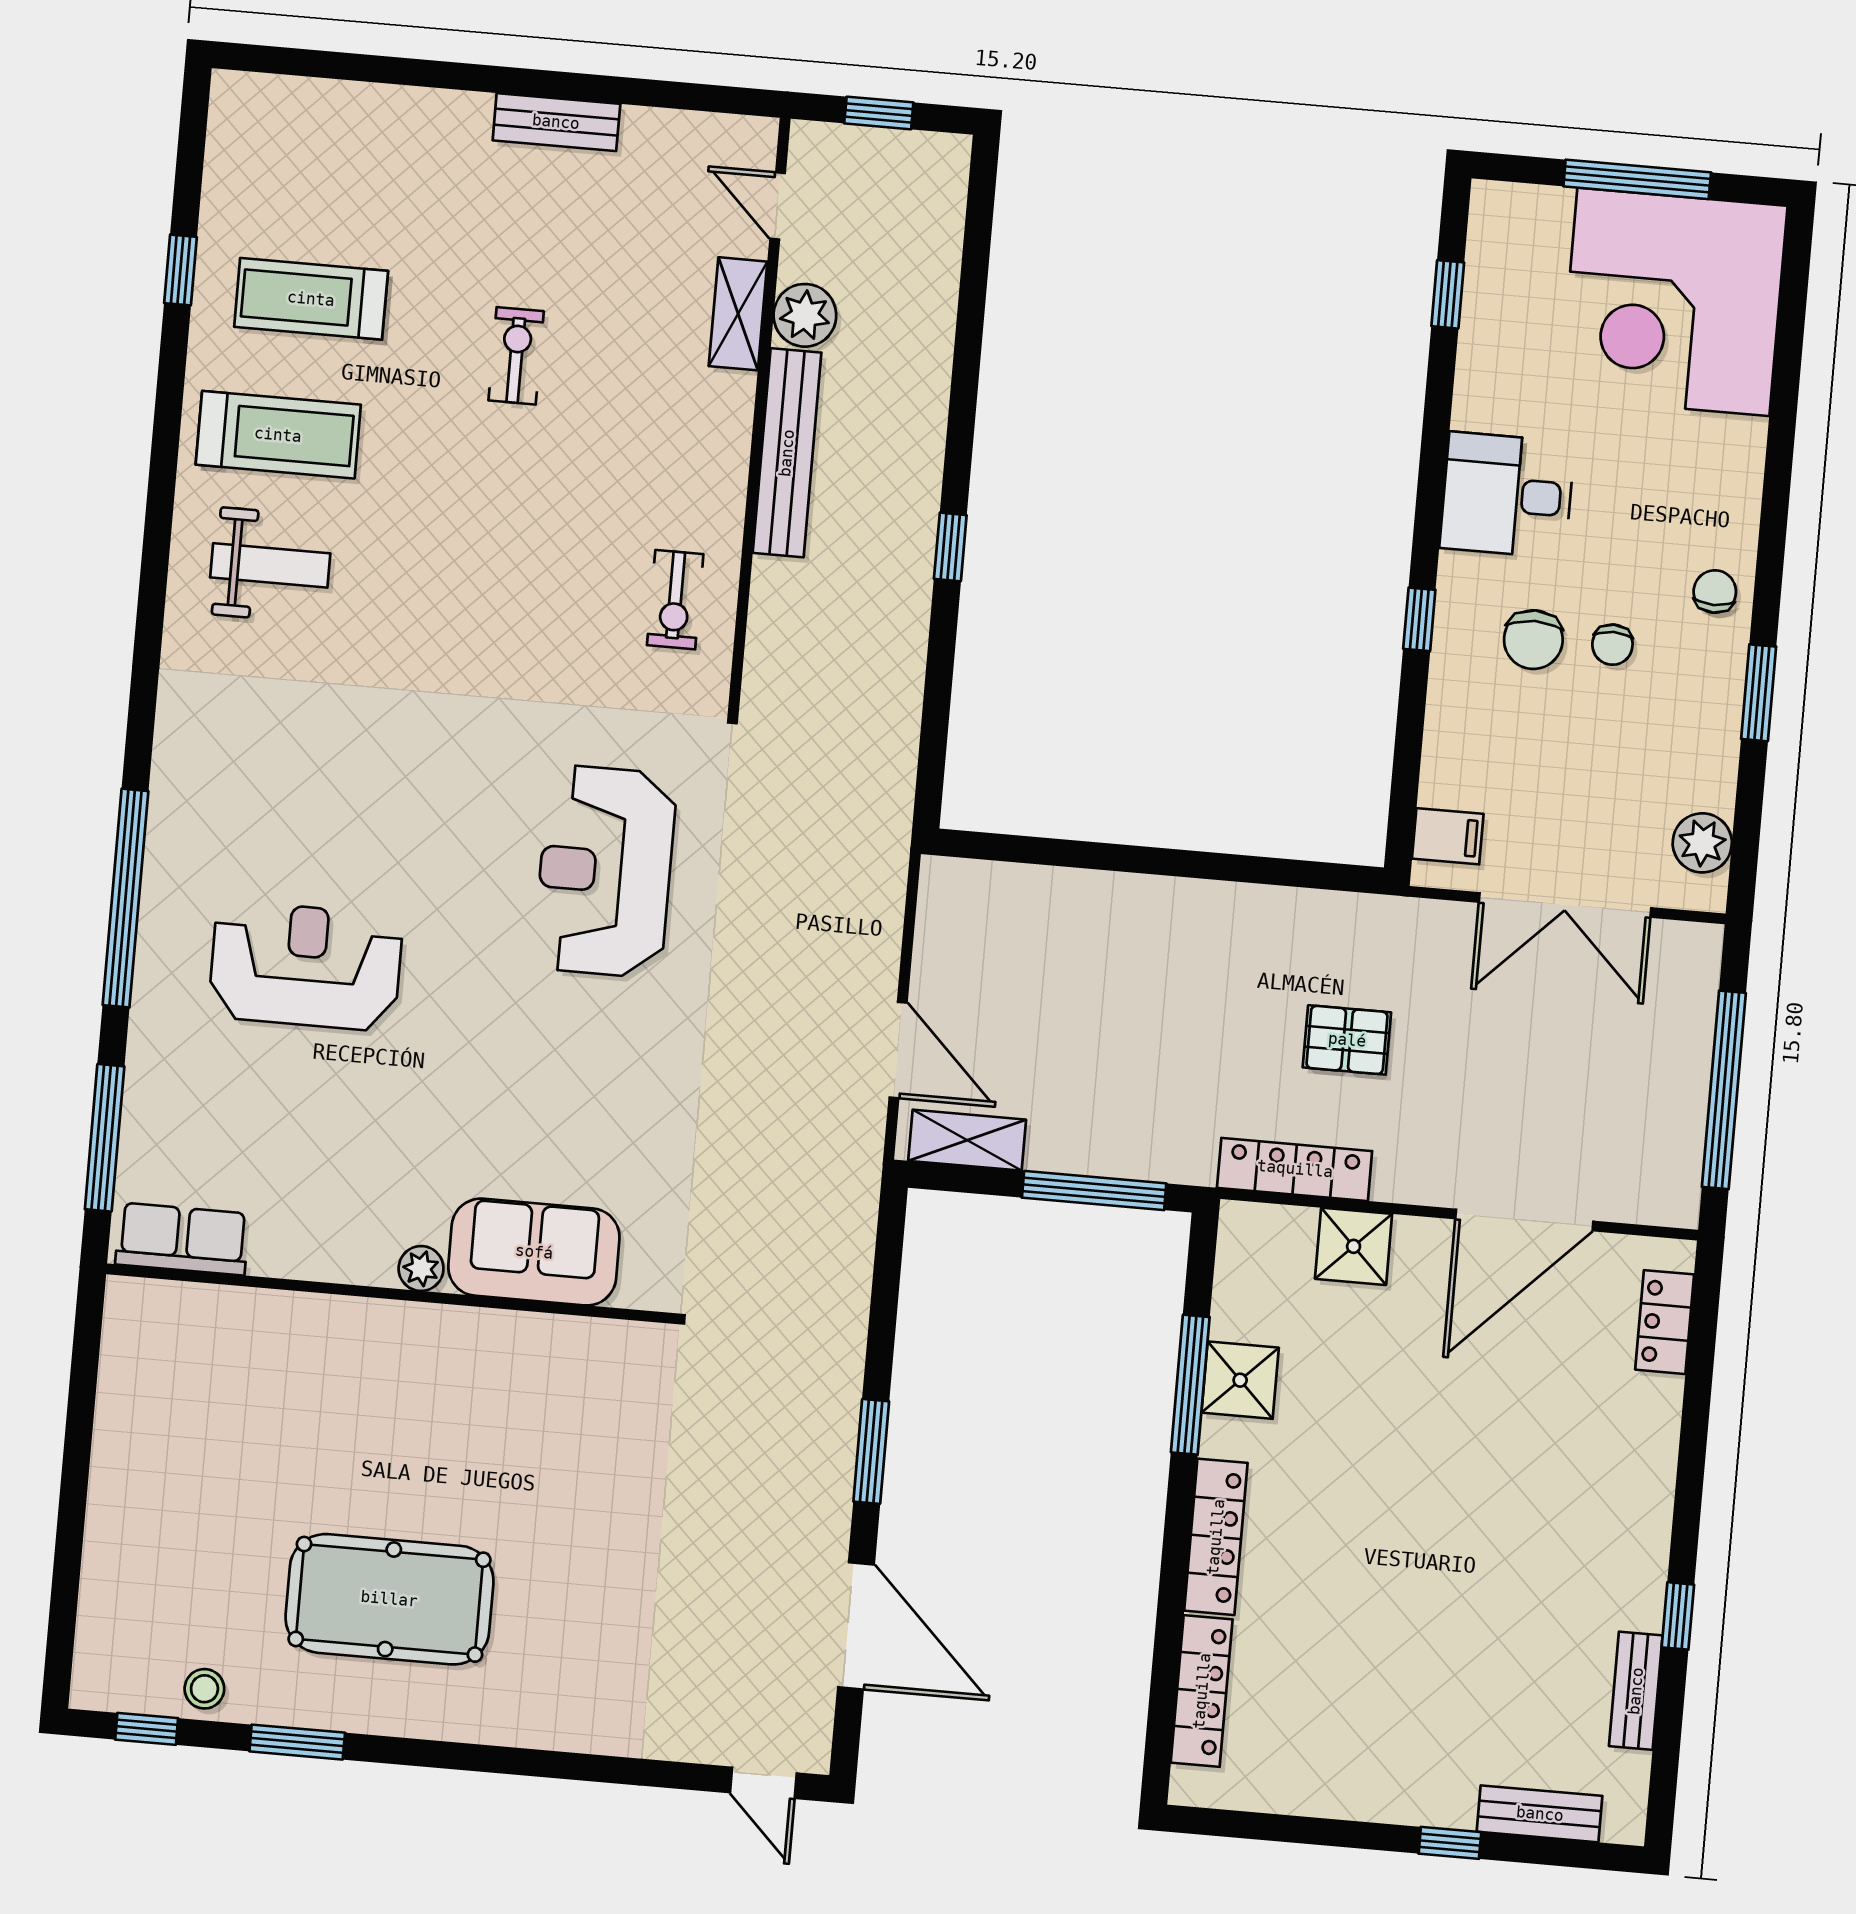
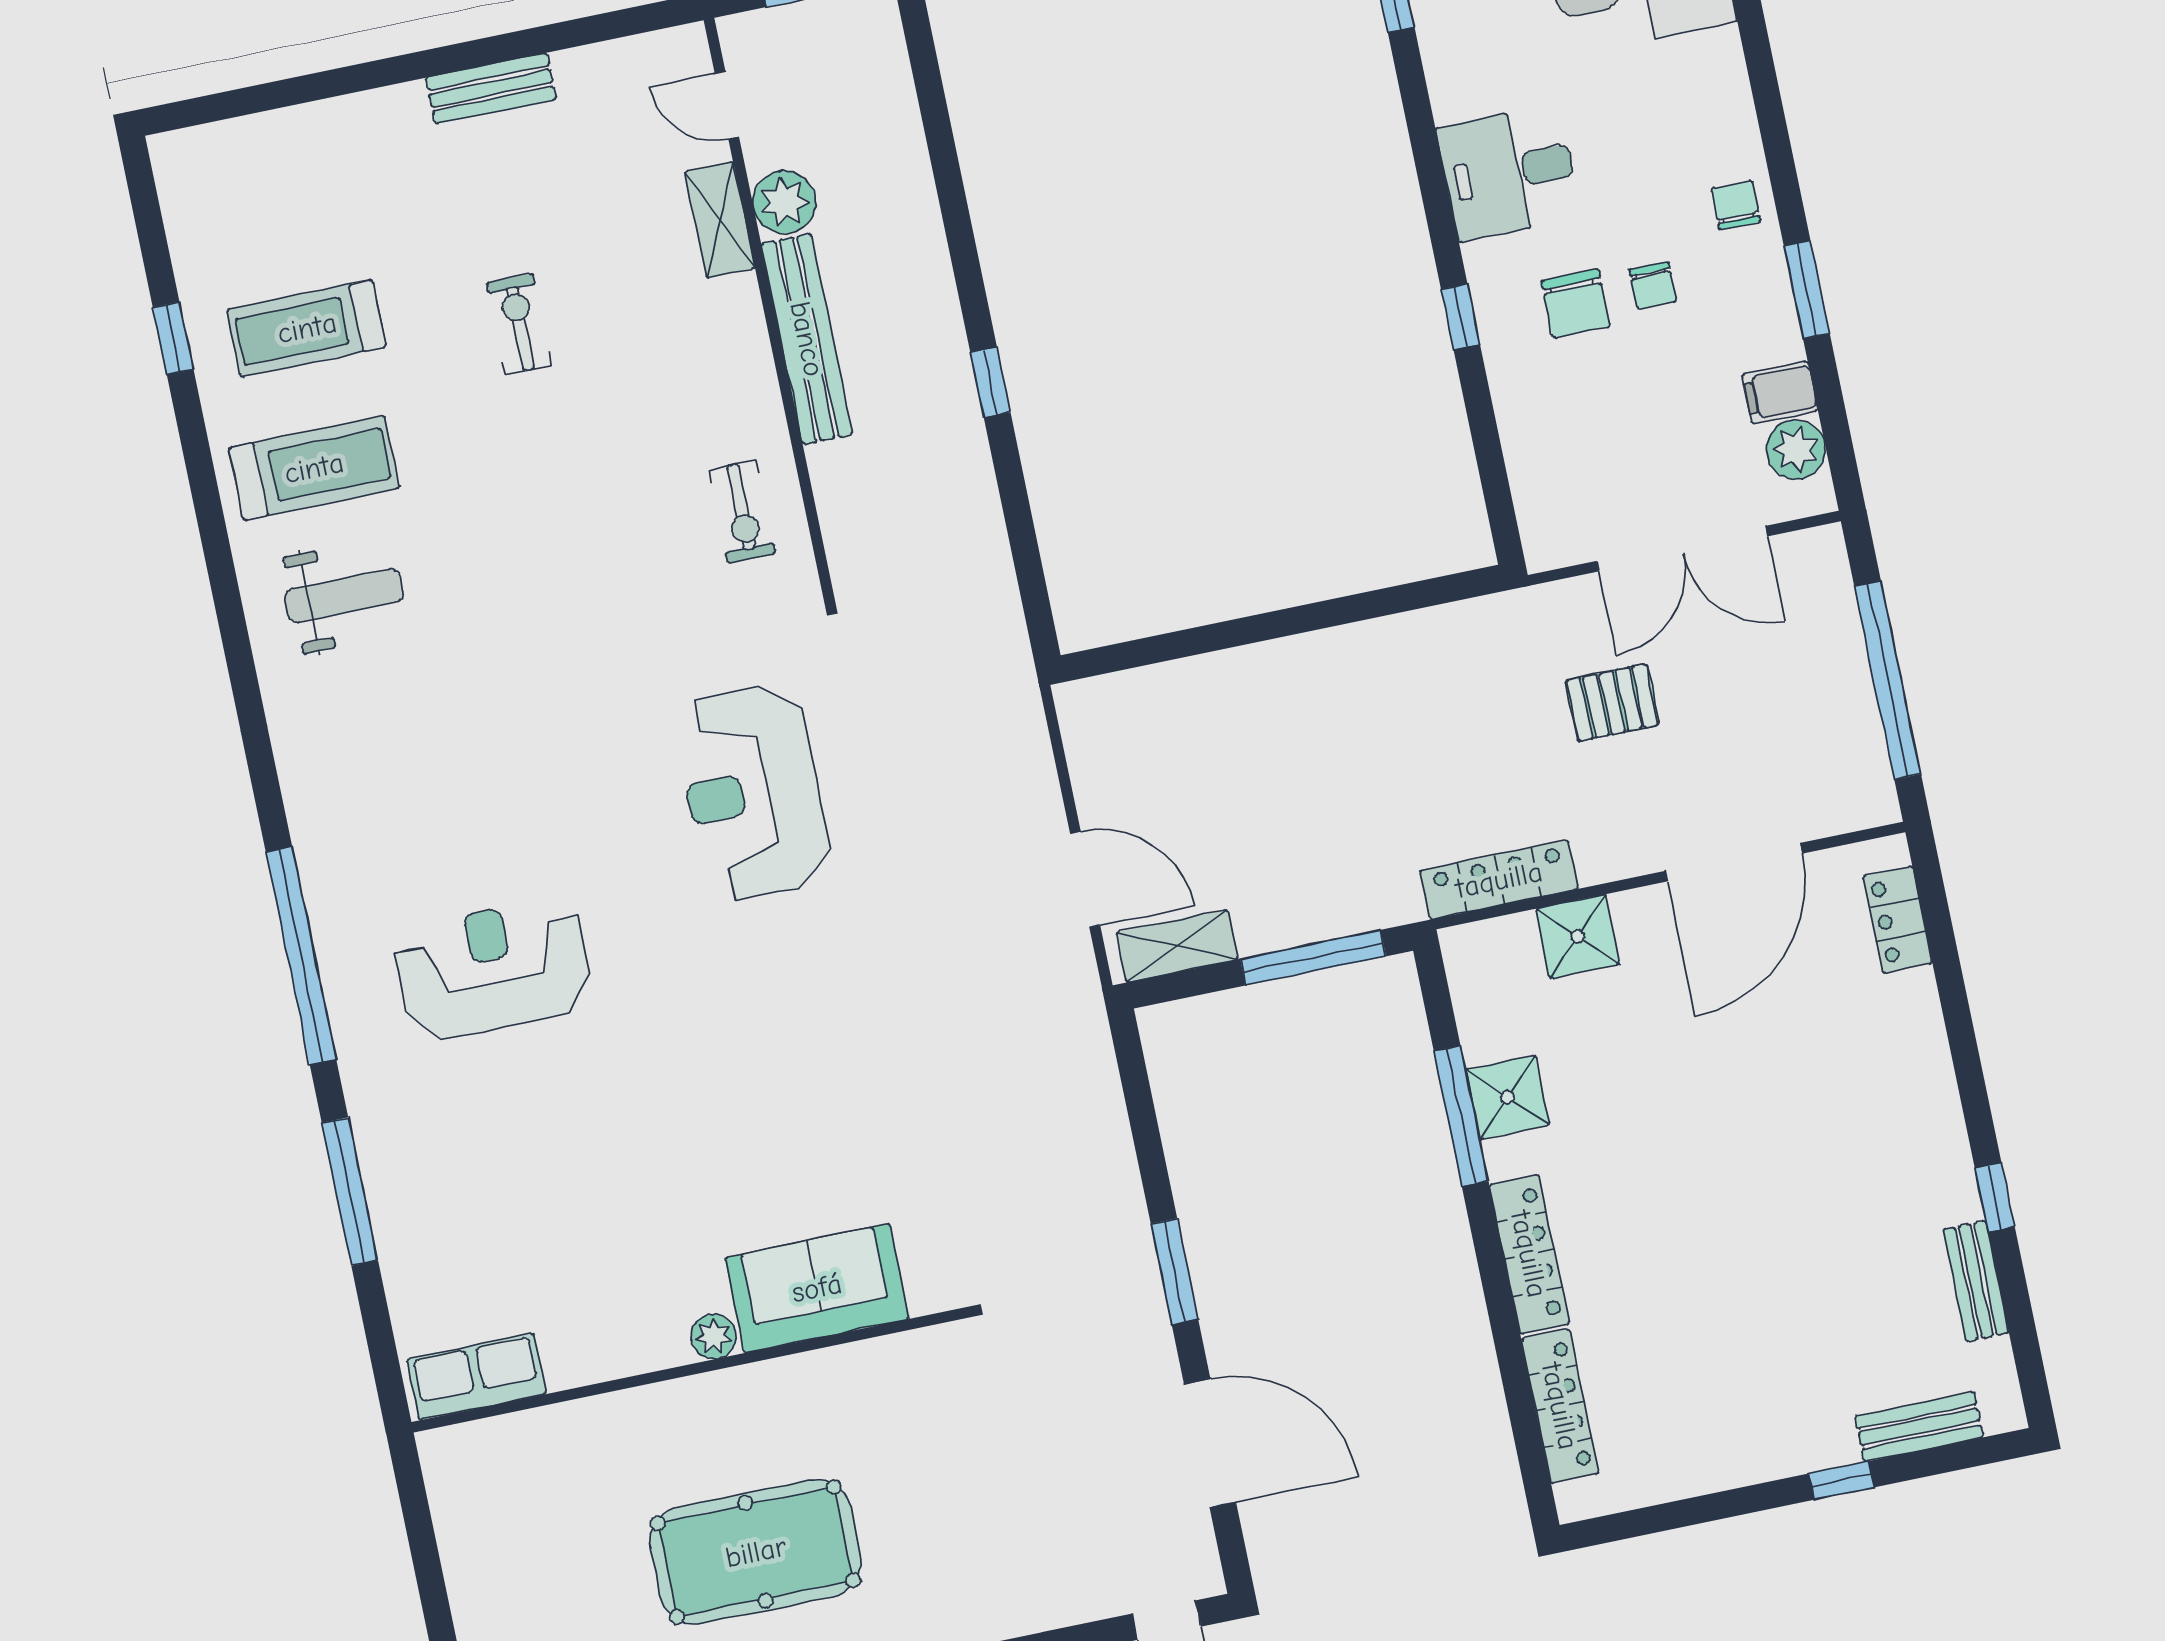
filing cabinet: (1448, 836) -> (1780, 392), moved, turned 180
pallet: (1347, 1040) -> (1612, 703), moved
row of seats: (182, 1239) -> (476, 1377), moved
sofa: (534, 1252) -> (817, 1288), moved
plant: (421, 1268) -> (714, 1336), moved
wall: (391, 1294) -> (692, 1369), moved

